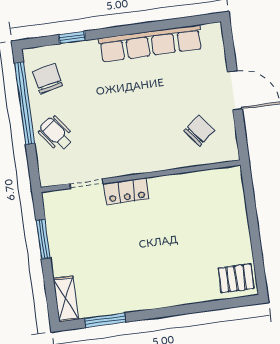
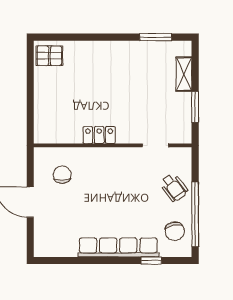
row of seats: (150, 44) -> (118, 247), moved
chair: (199, 131) -> (62, 175), turned 128
locker: (126, 191) -> (99, 135), moved
shelving: (66, 299) -> (184, 74), moved

